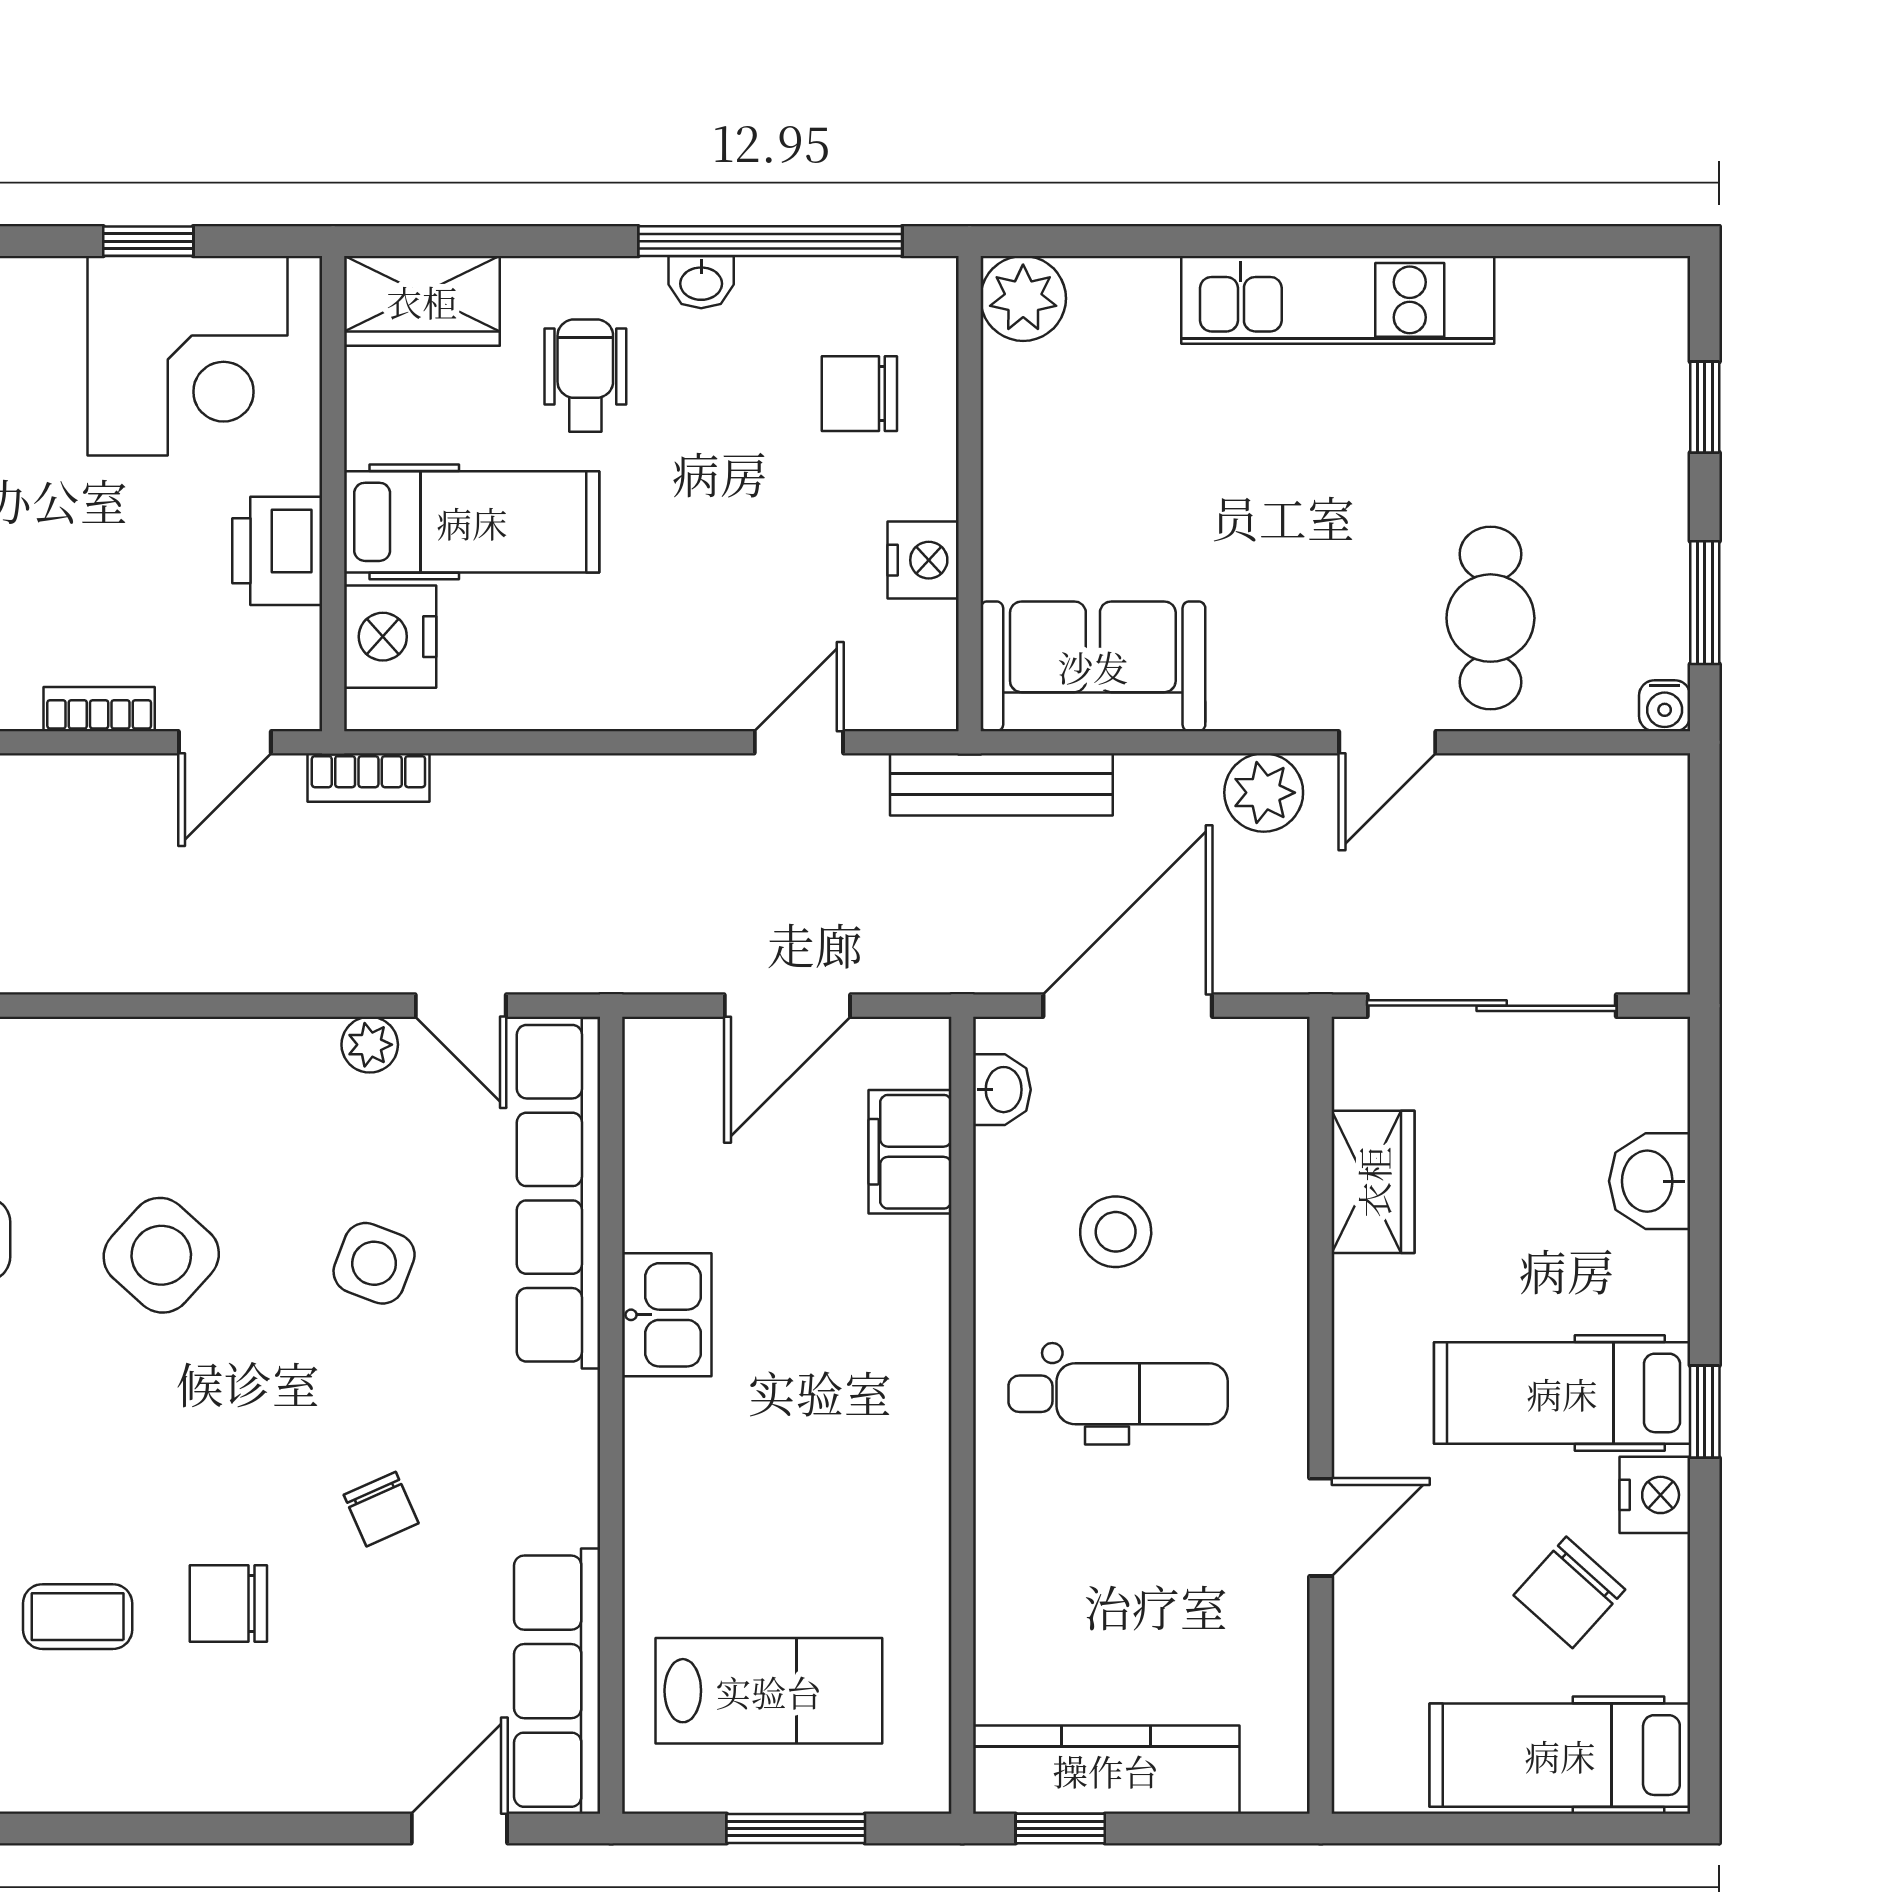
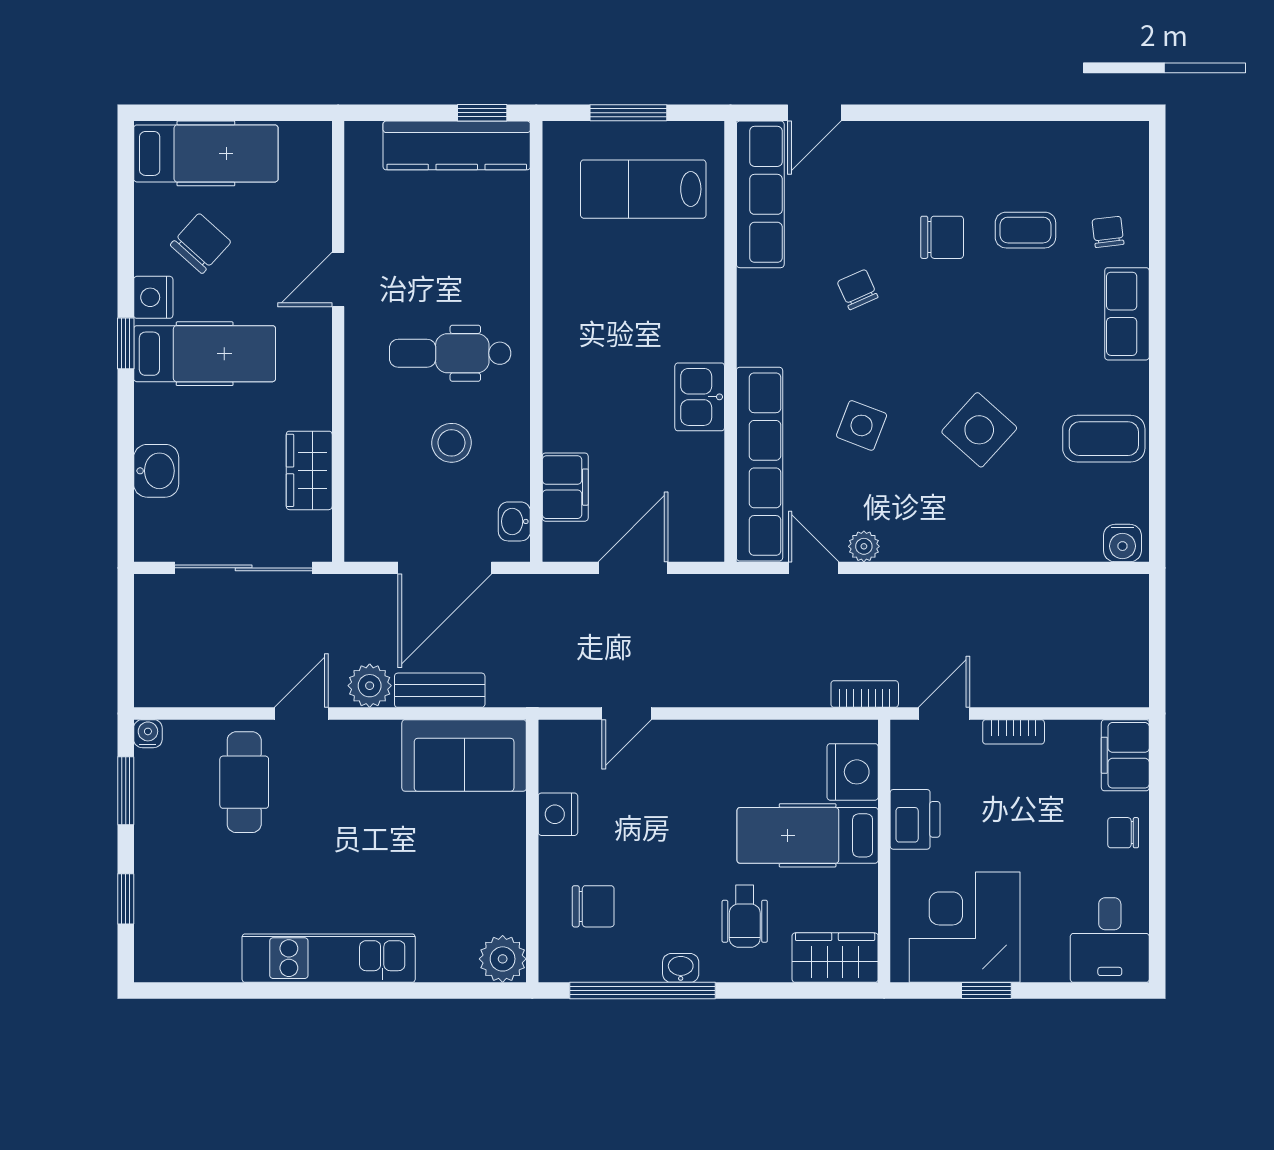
bench: (1001, 784) -> (440, 690), moved, width x0.73

